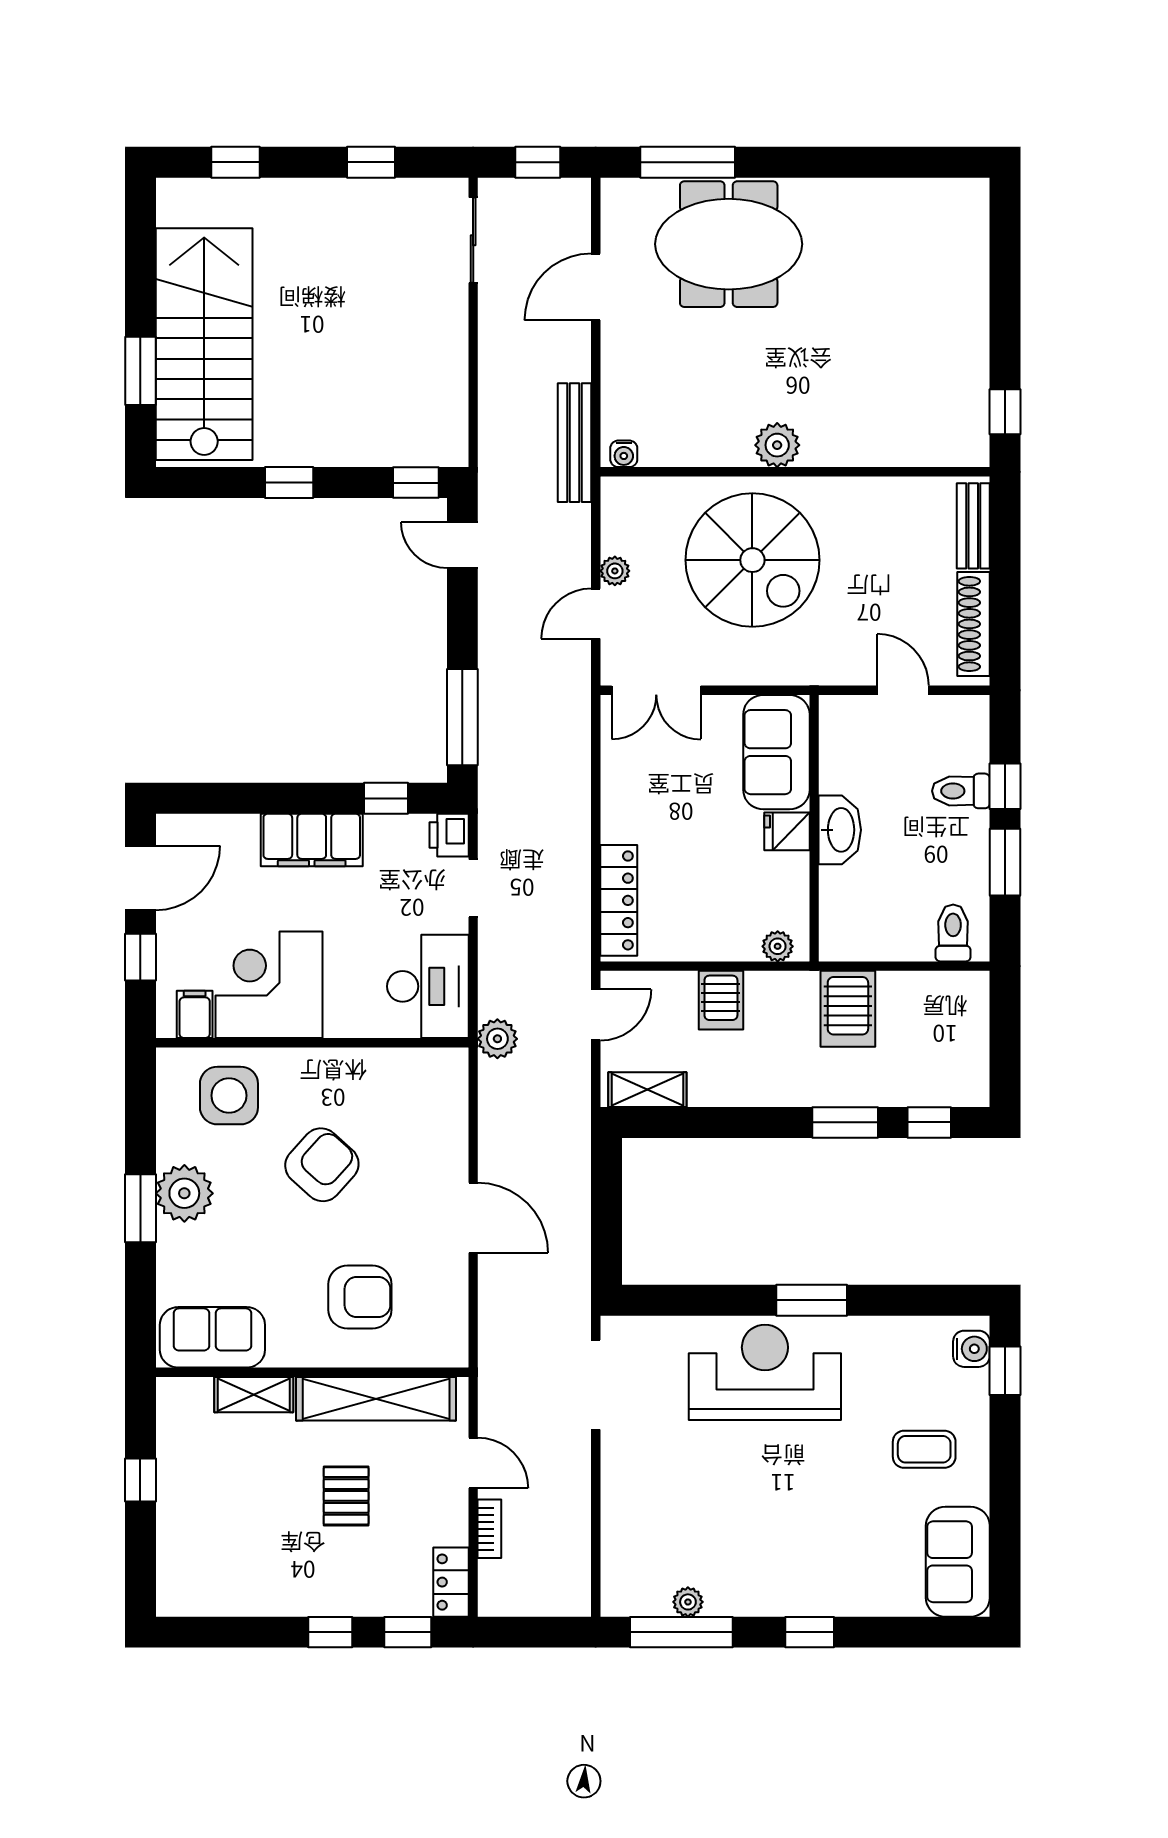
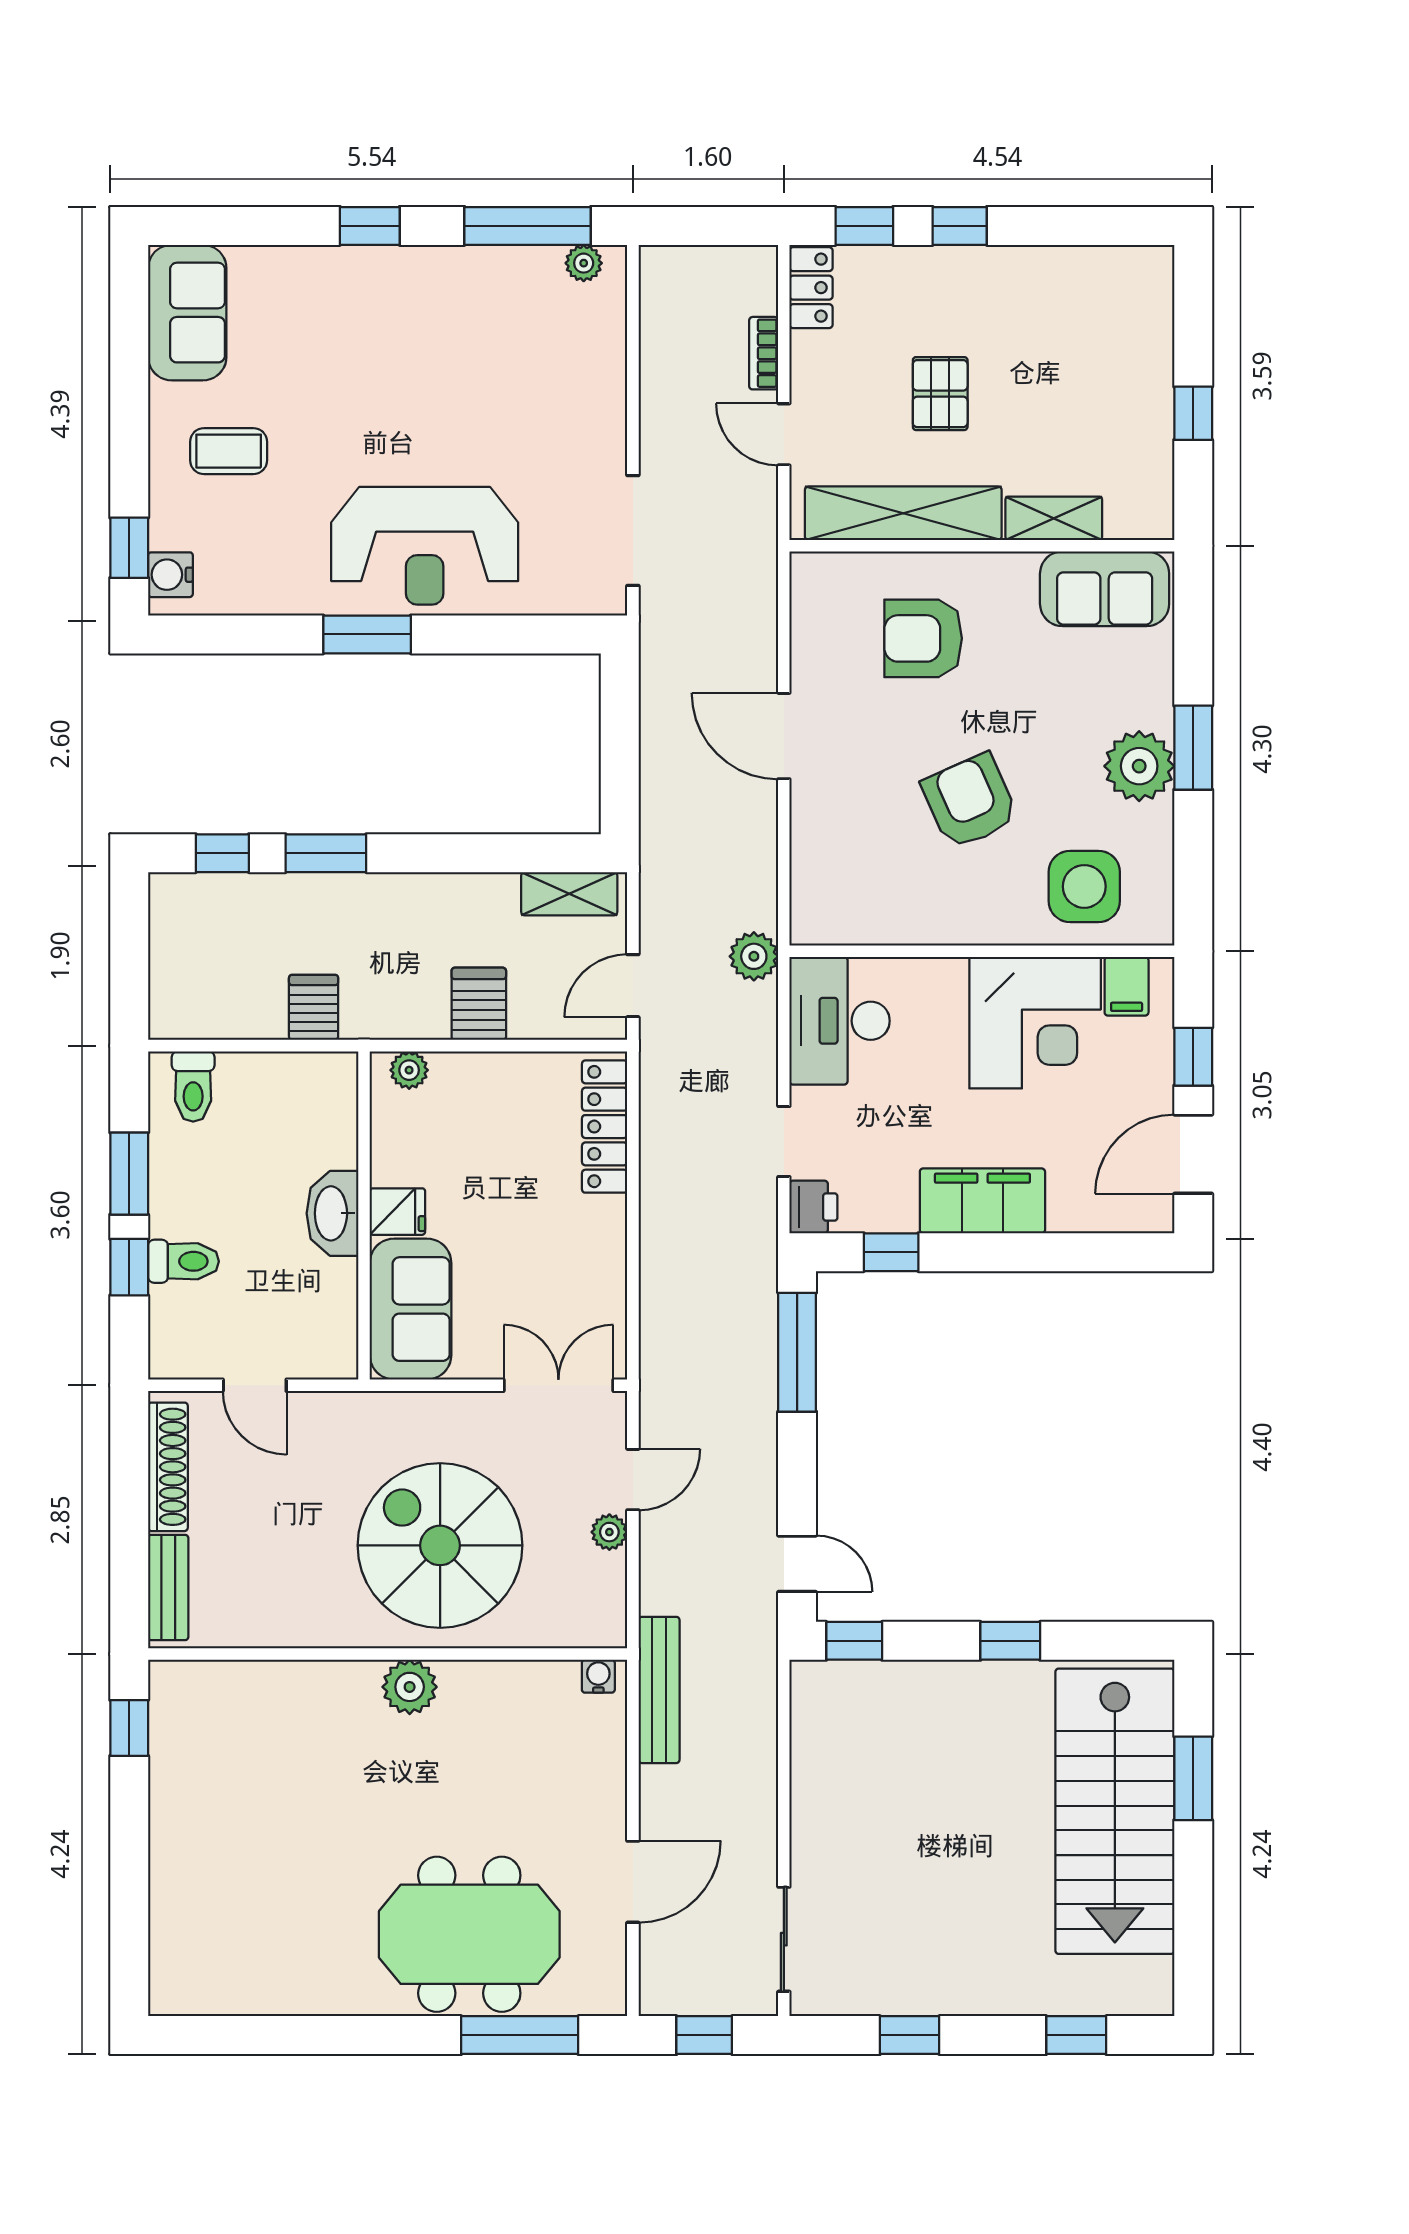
server rack: (848, 1009) -> (314, 1007), width x0.73, depth x0.70
armchair: (322, 1165) -> (970, 801), turned 114
plant: (688, 1602) -> (584, 263), moved

